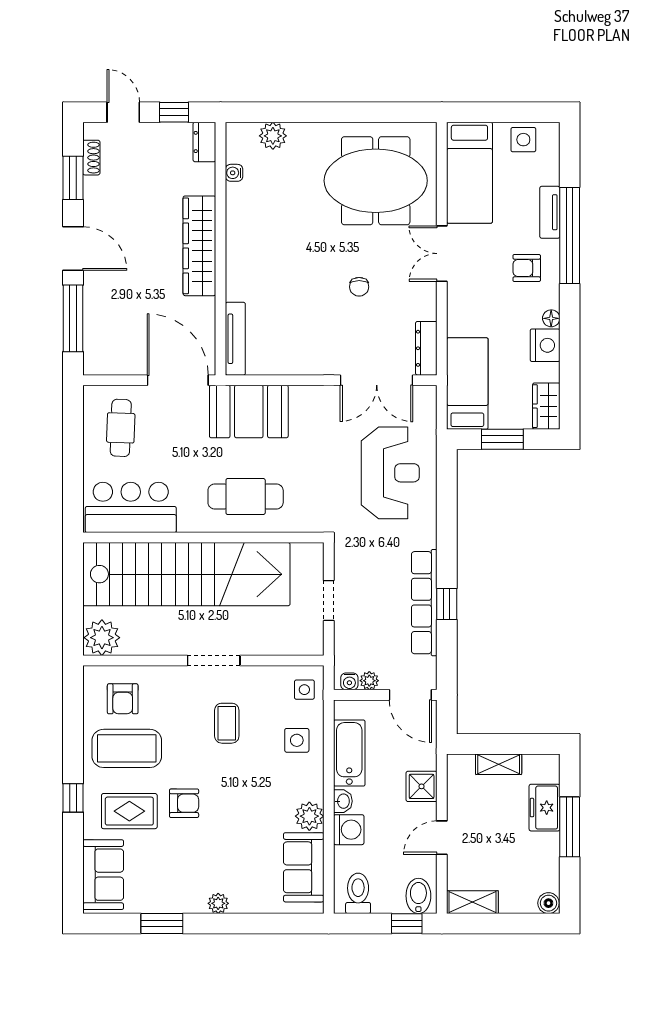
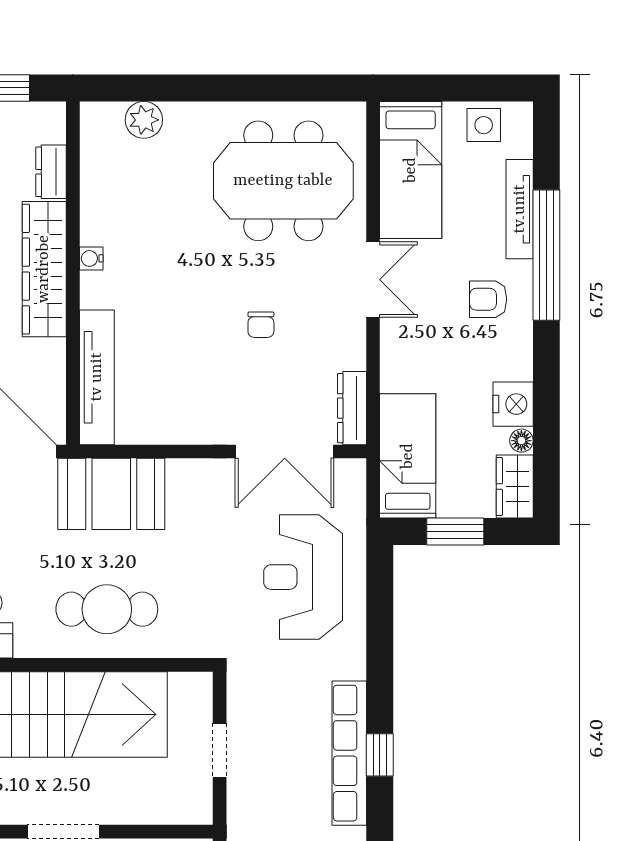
dresser: (204, 142) -> (51, 172), moved
water cooler: (234, 173) -> (91, 258), moved
tv unit: (550, 212) -> (520, 209), width x1.41
double door: (442, 254) -> (373, 280), swing flipped
floor lamp: (551, 318) -> (521, 441), moved
tv unit: (235, 339) -> (97, 377), width x1.36, depth x1.29
reception desk: (390, 473) -> (303, 577), turned 180

